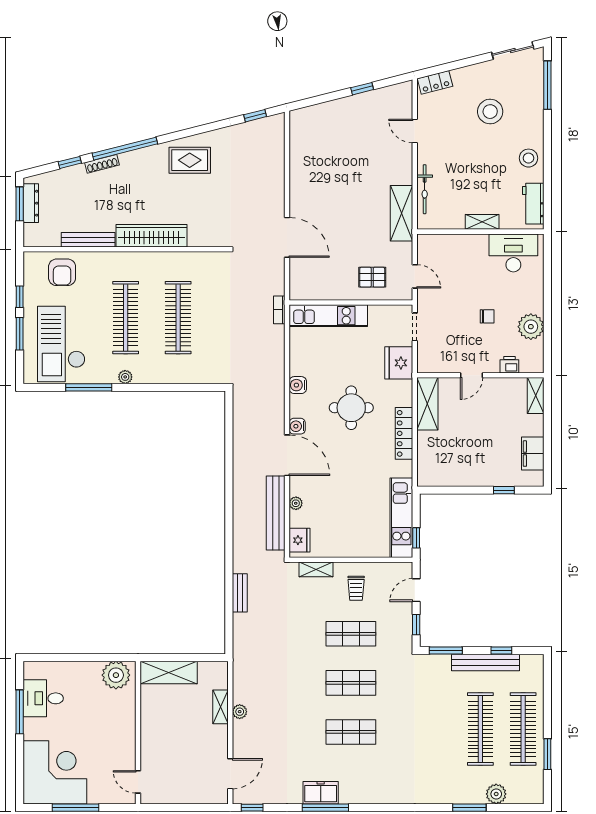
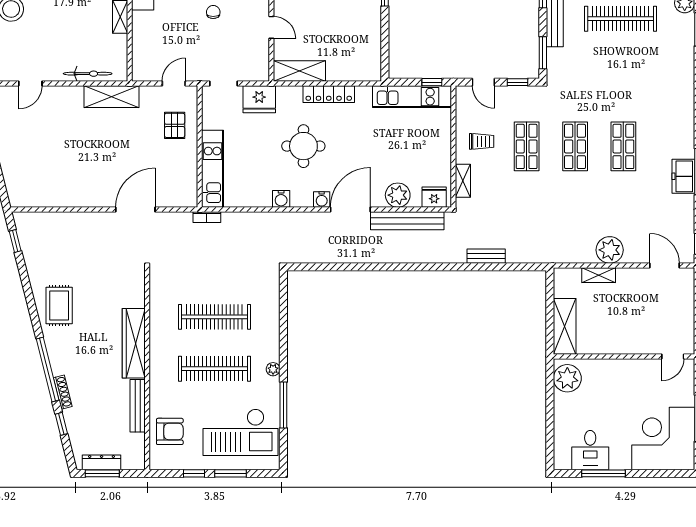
plant: (296, 503) -> (398, 195), width x1.88, depth x1.88
plant: (240, 712) -> (610, 250), width x1.88, depth x1.88

